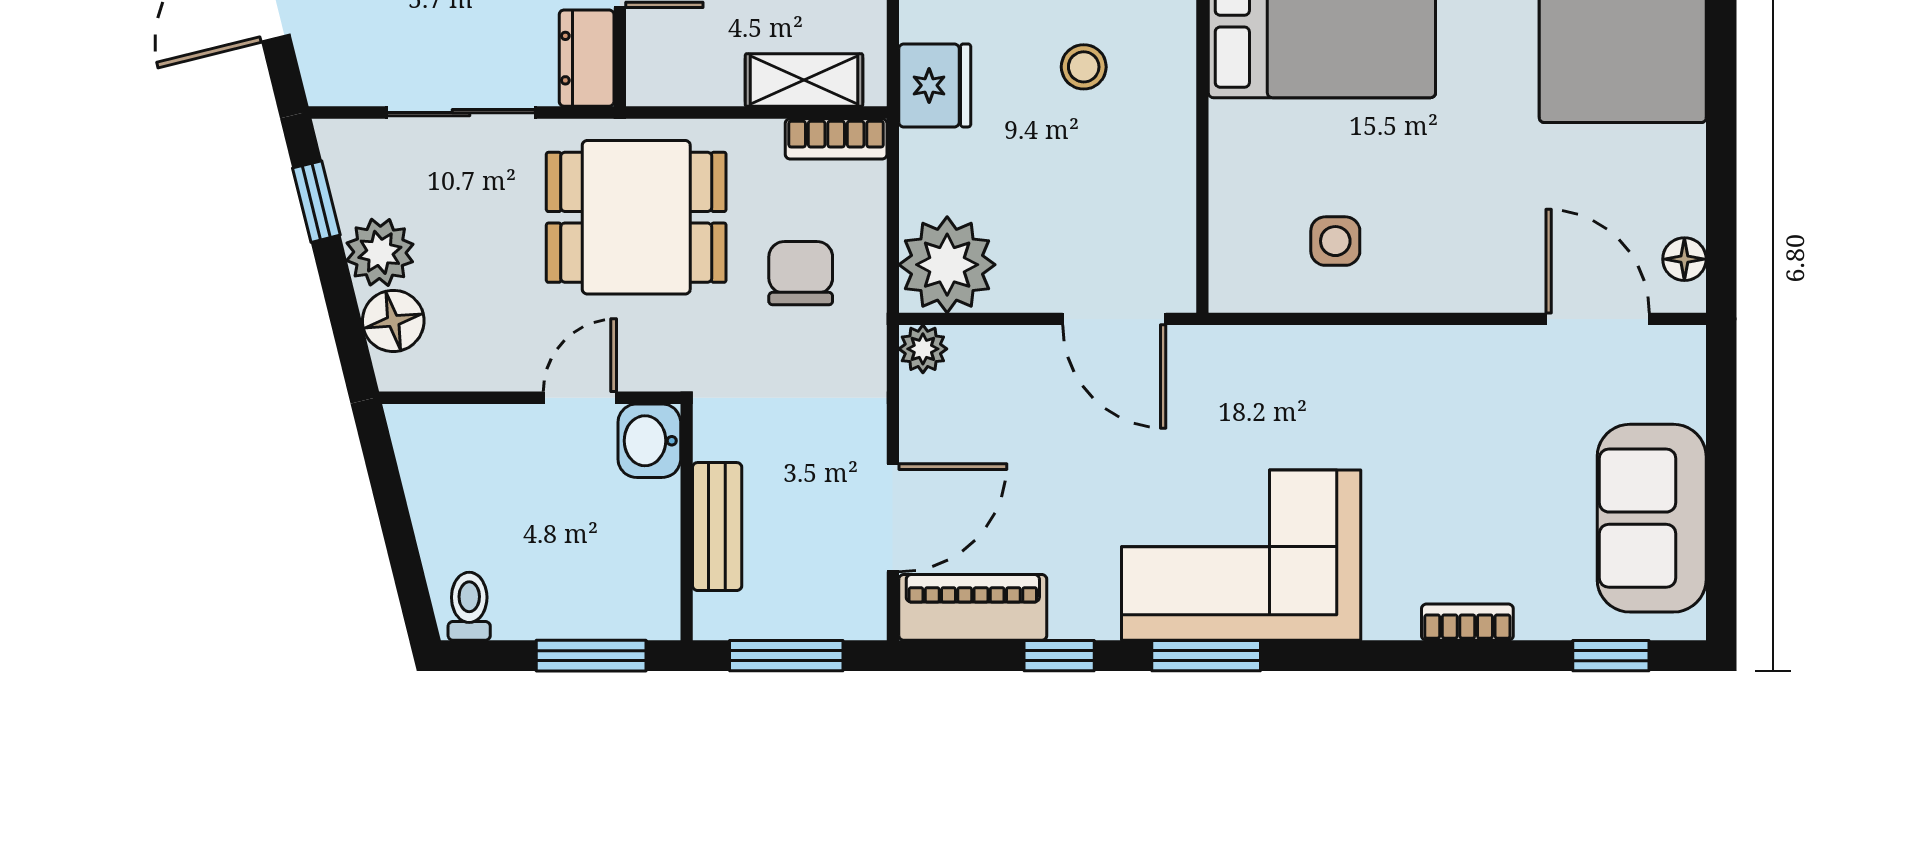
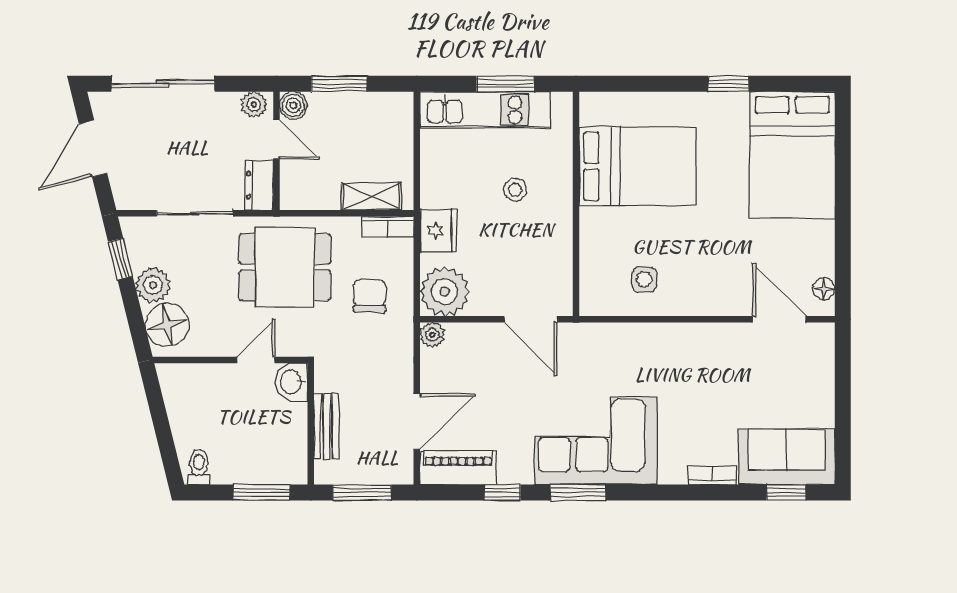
fridge: (935, 85) -> (438, 230), moved
floor lamp: (393, 321) -> (167, 325), width x1.38, depth x1.38
sofa: (1652, 518) -> (787, 457), moved, turned 90

